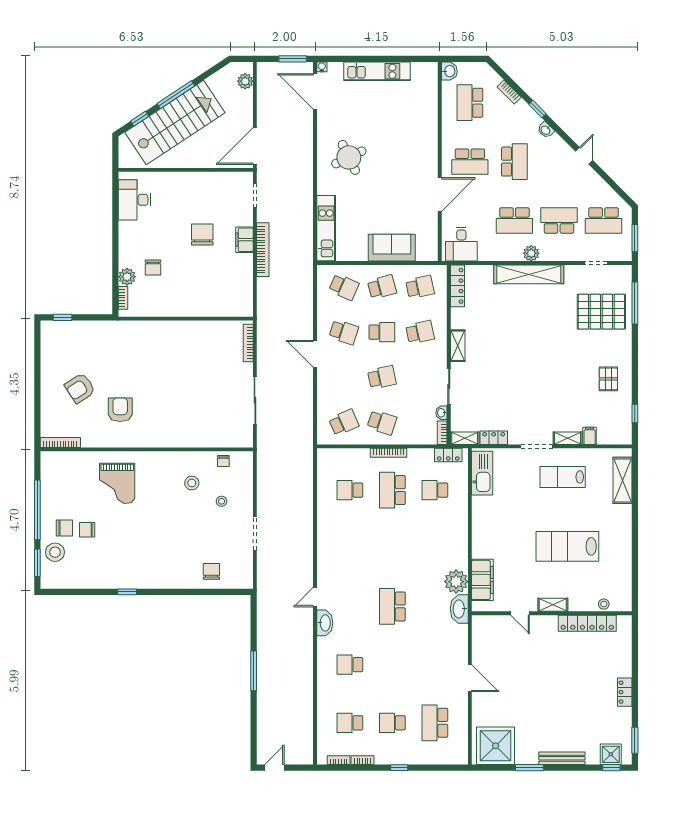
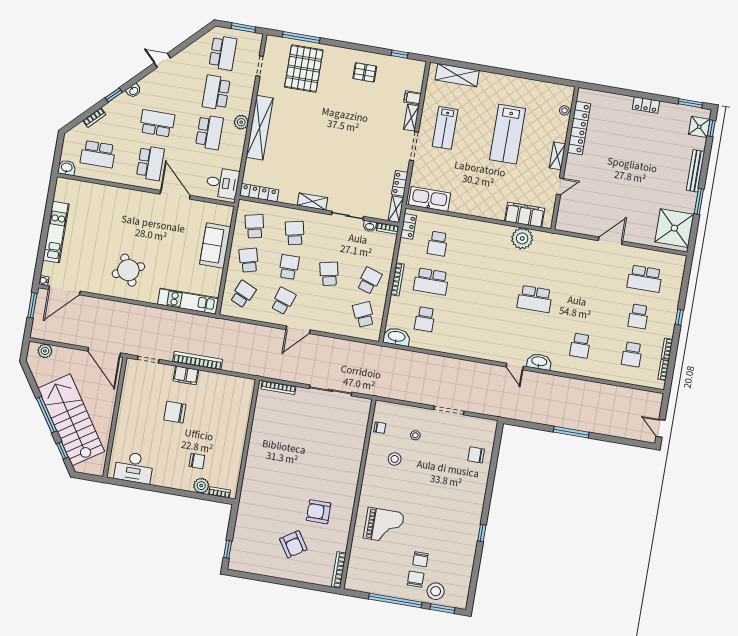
washbasin: (459, 609) -> (397, 337), moved, turned 180

